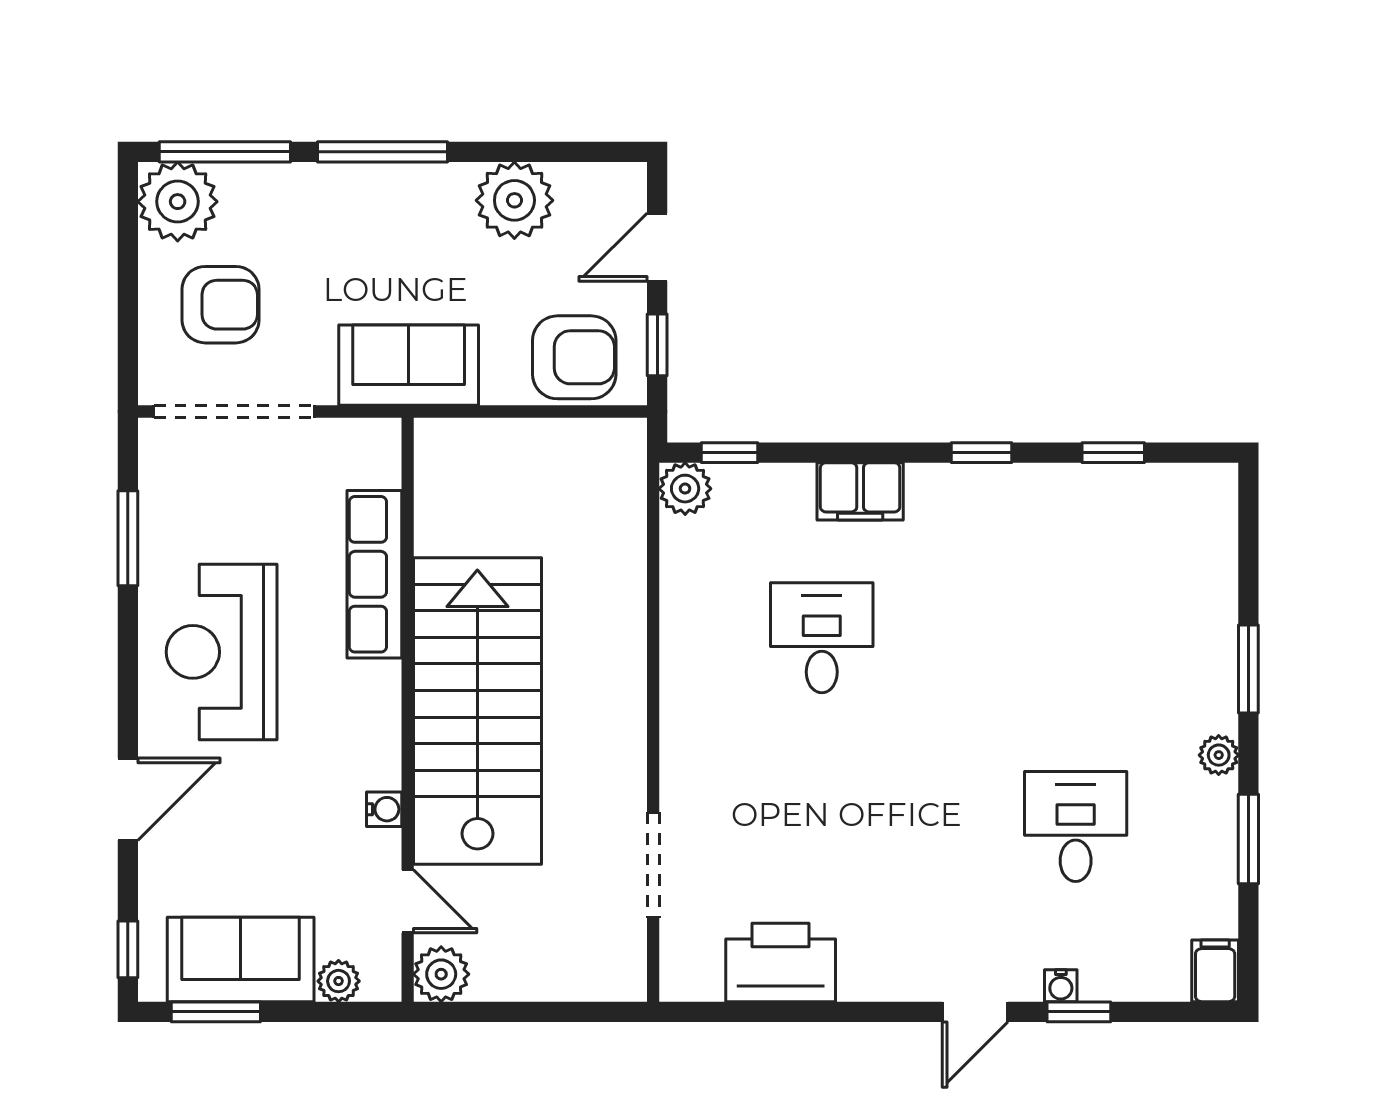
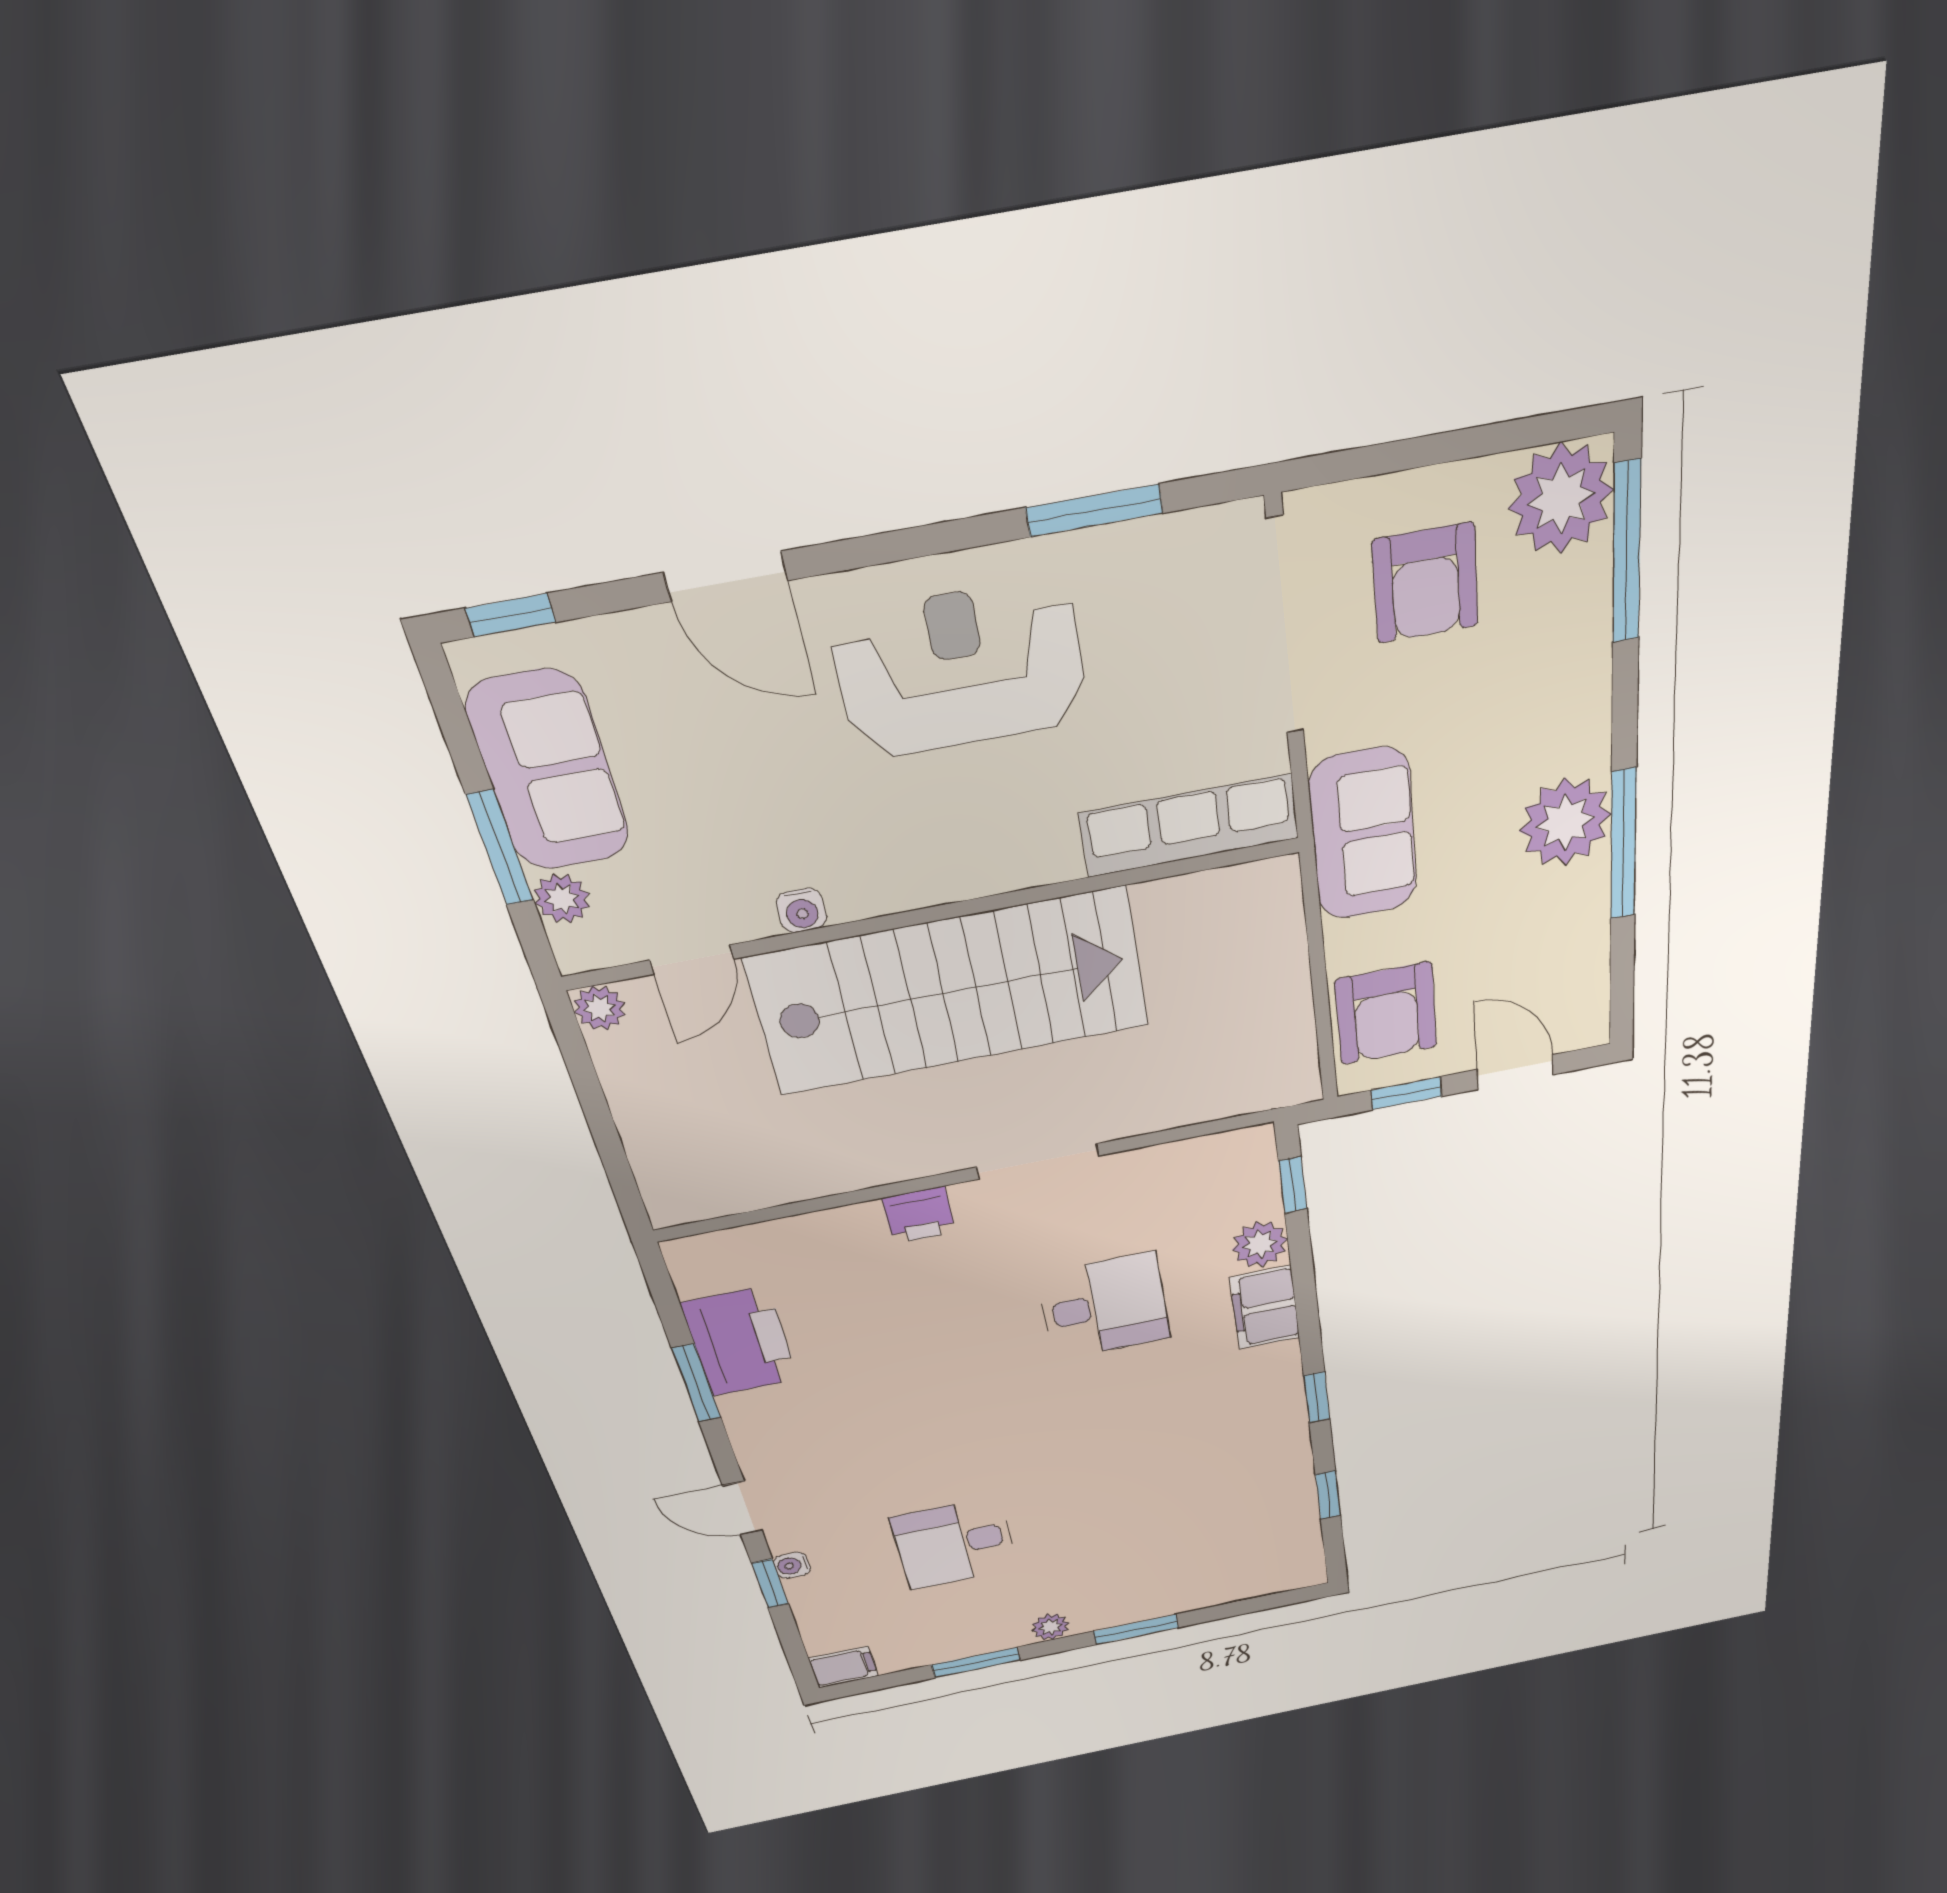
window: (382, 152) -> (1623, 844), moved
plant: (514, 200) -> (1565, 822), moved
plant: (685, 489) -> (1260, 1244), moved
row of seats: (374, 574) -> (1189, 826), moved
printer: (684, 780) -> (919, 1215), added
desk: (1076, 827) -> (955, 1543), turned 180
doorway: (653, 865) -> (1038, 1161), moved
plant: (441, 974) -> (600, 1008), width x0.73, depth x0.73
window: (216, 1012) -> (500, 848), moved
window: (817, 1012) -> (696, 1383), added

